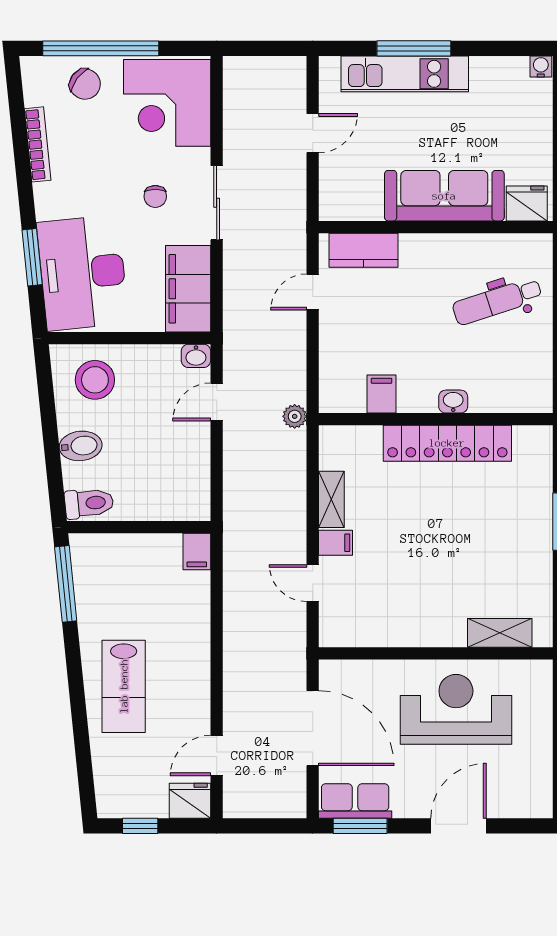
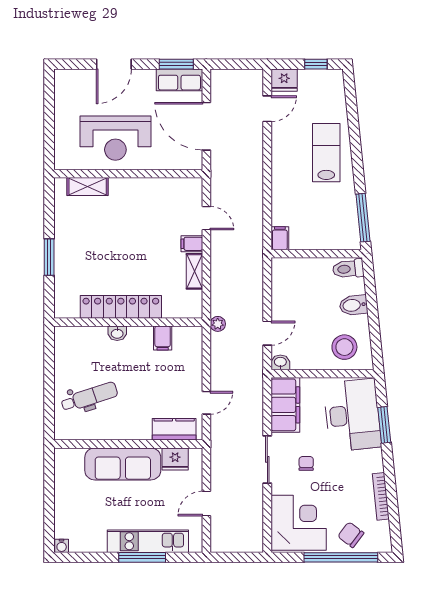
fridge: (527, 203) -> (175, 459), moved

